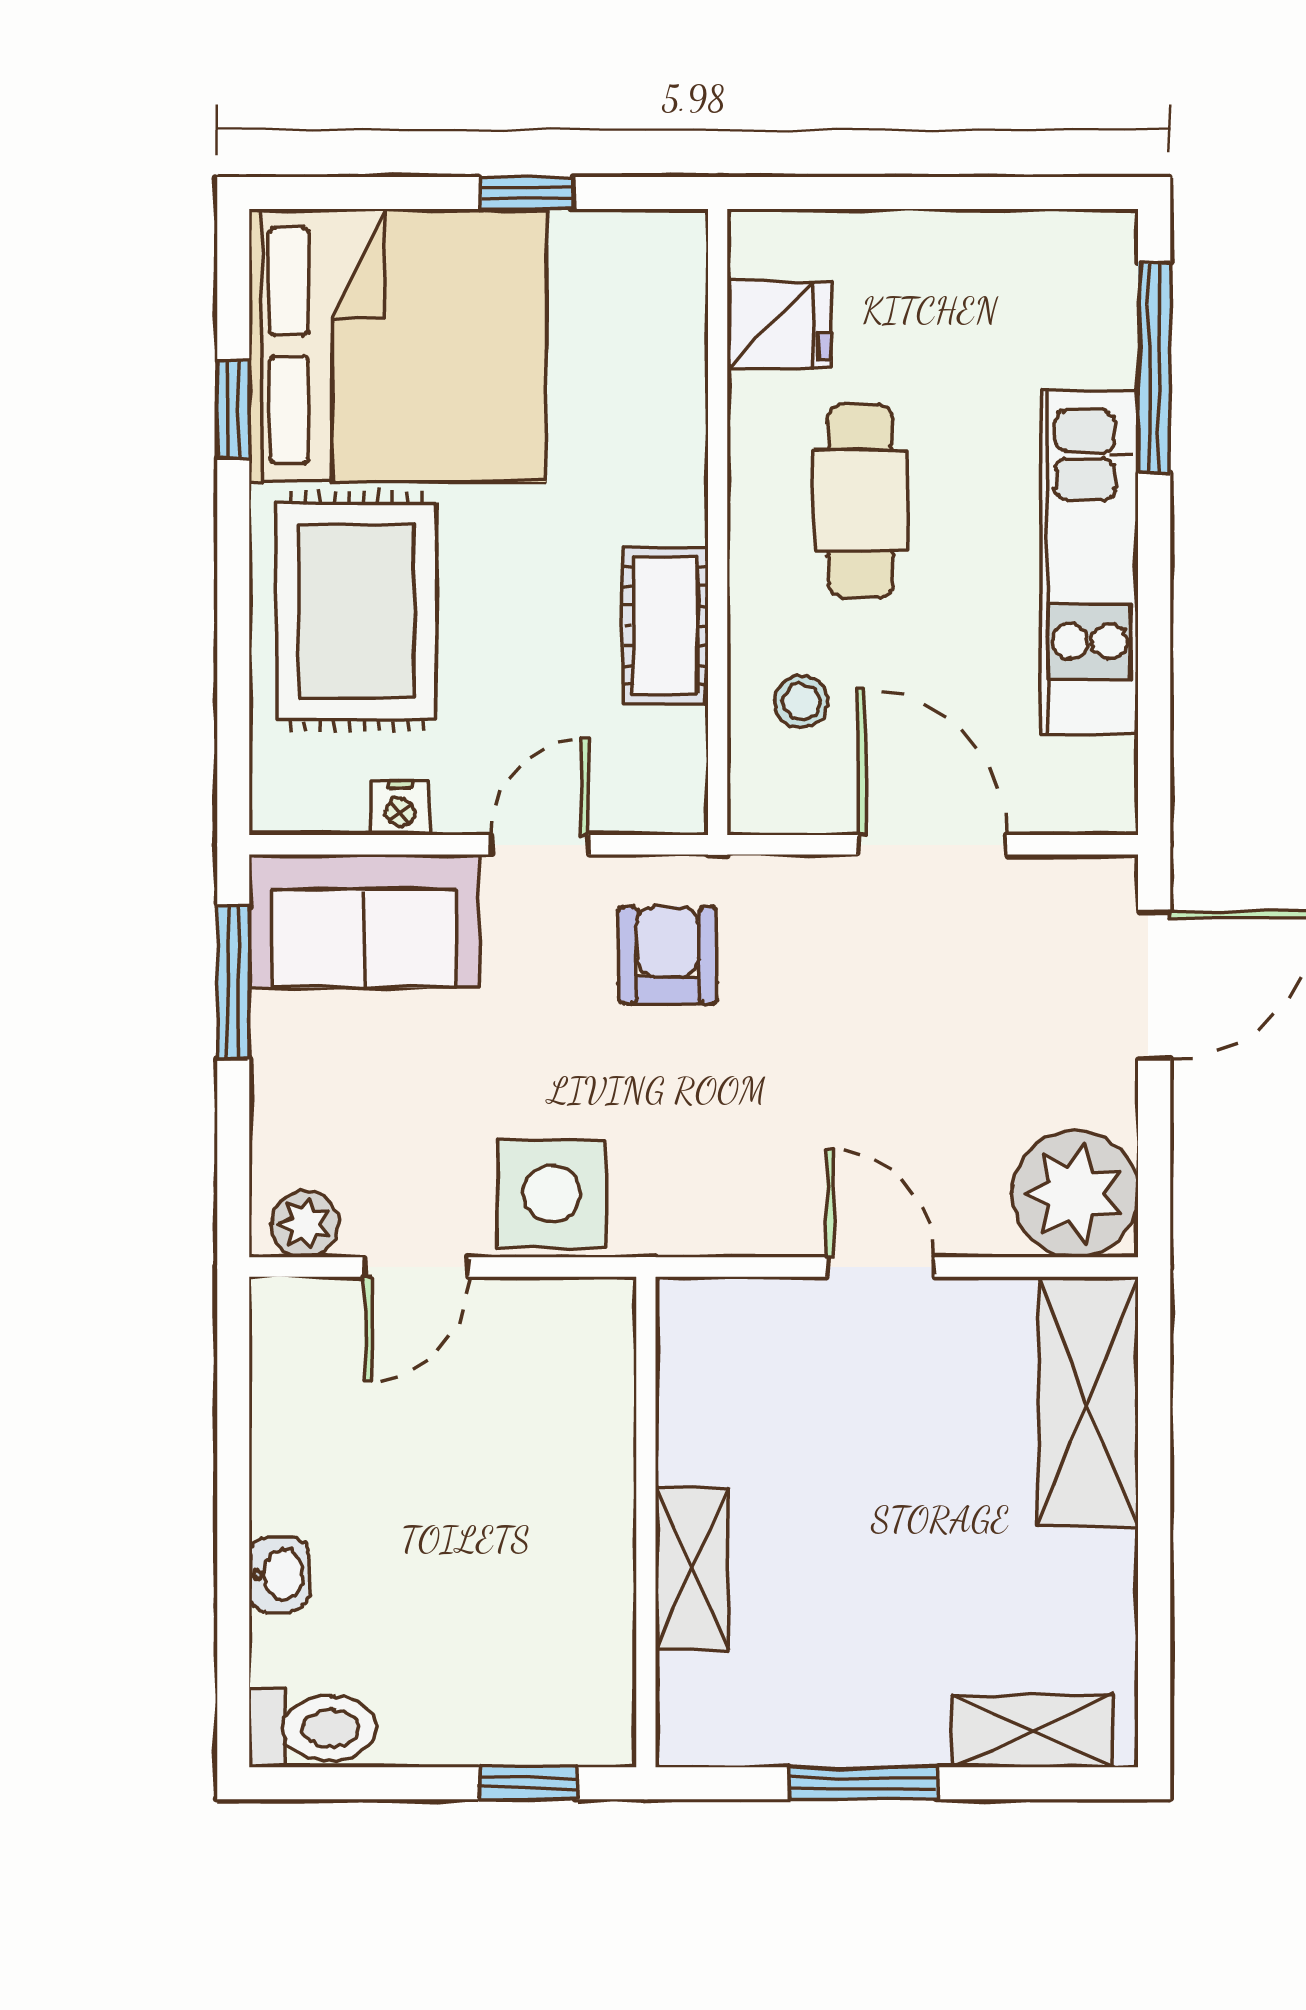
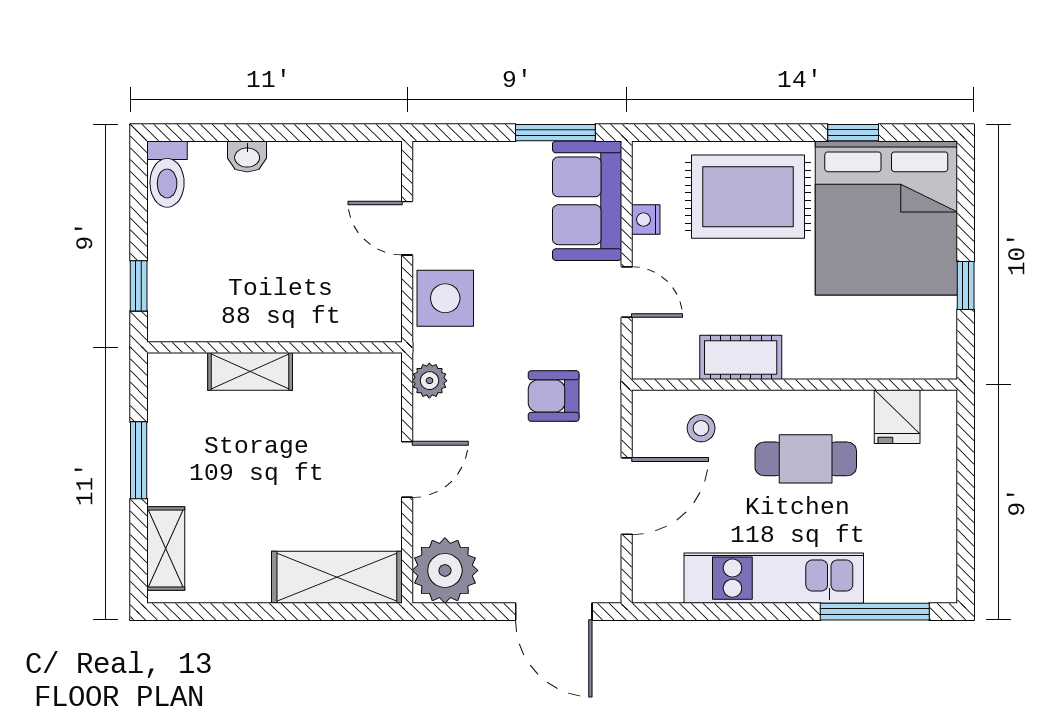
armchair: (668, 955) -> (554, 396), moved, turned 180
plant: (305, 1224) -> (429, 381), moved

